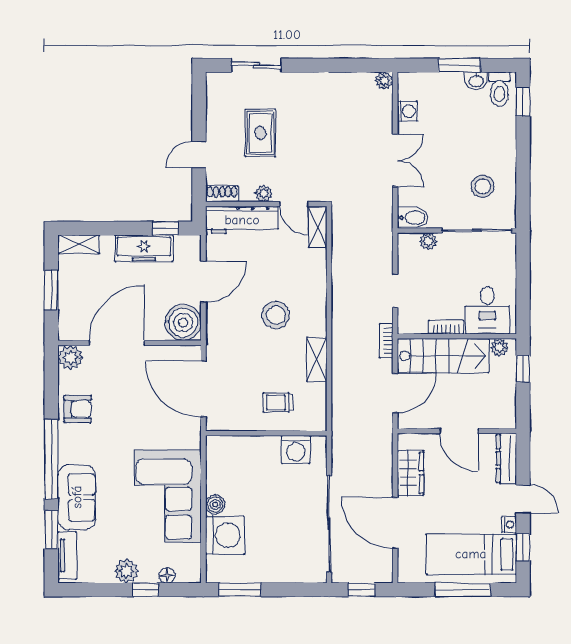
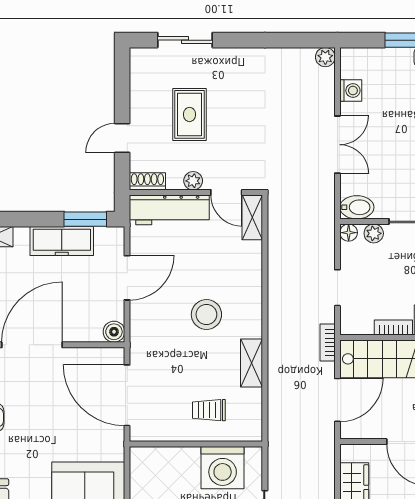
window: (165, 228) -> (85, 219), width x1.50
floor lamp: (405, 241) -> (349, 233), added
boiler: (183, 323) -> (114, 332), width x0.54, depth x0.54
washing machine: (296, 450) -> (223, 468), width x1.37, depth x1.37

